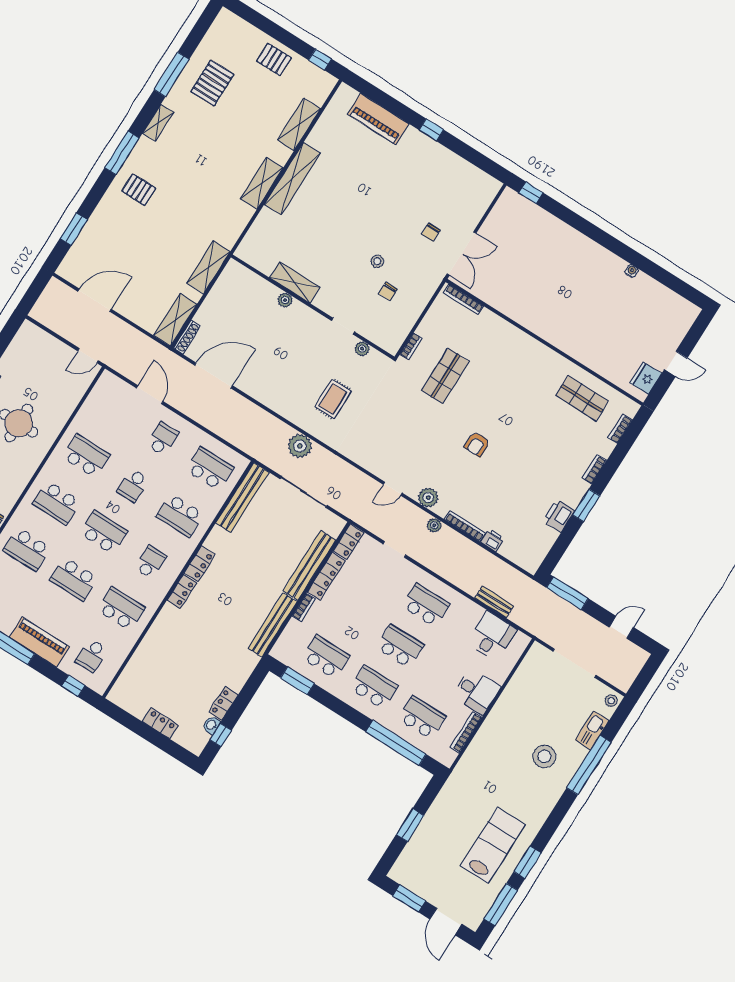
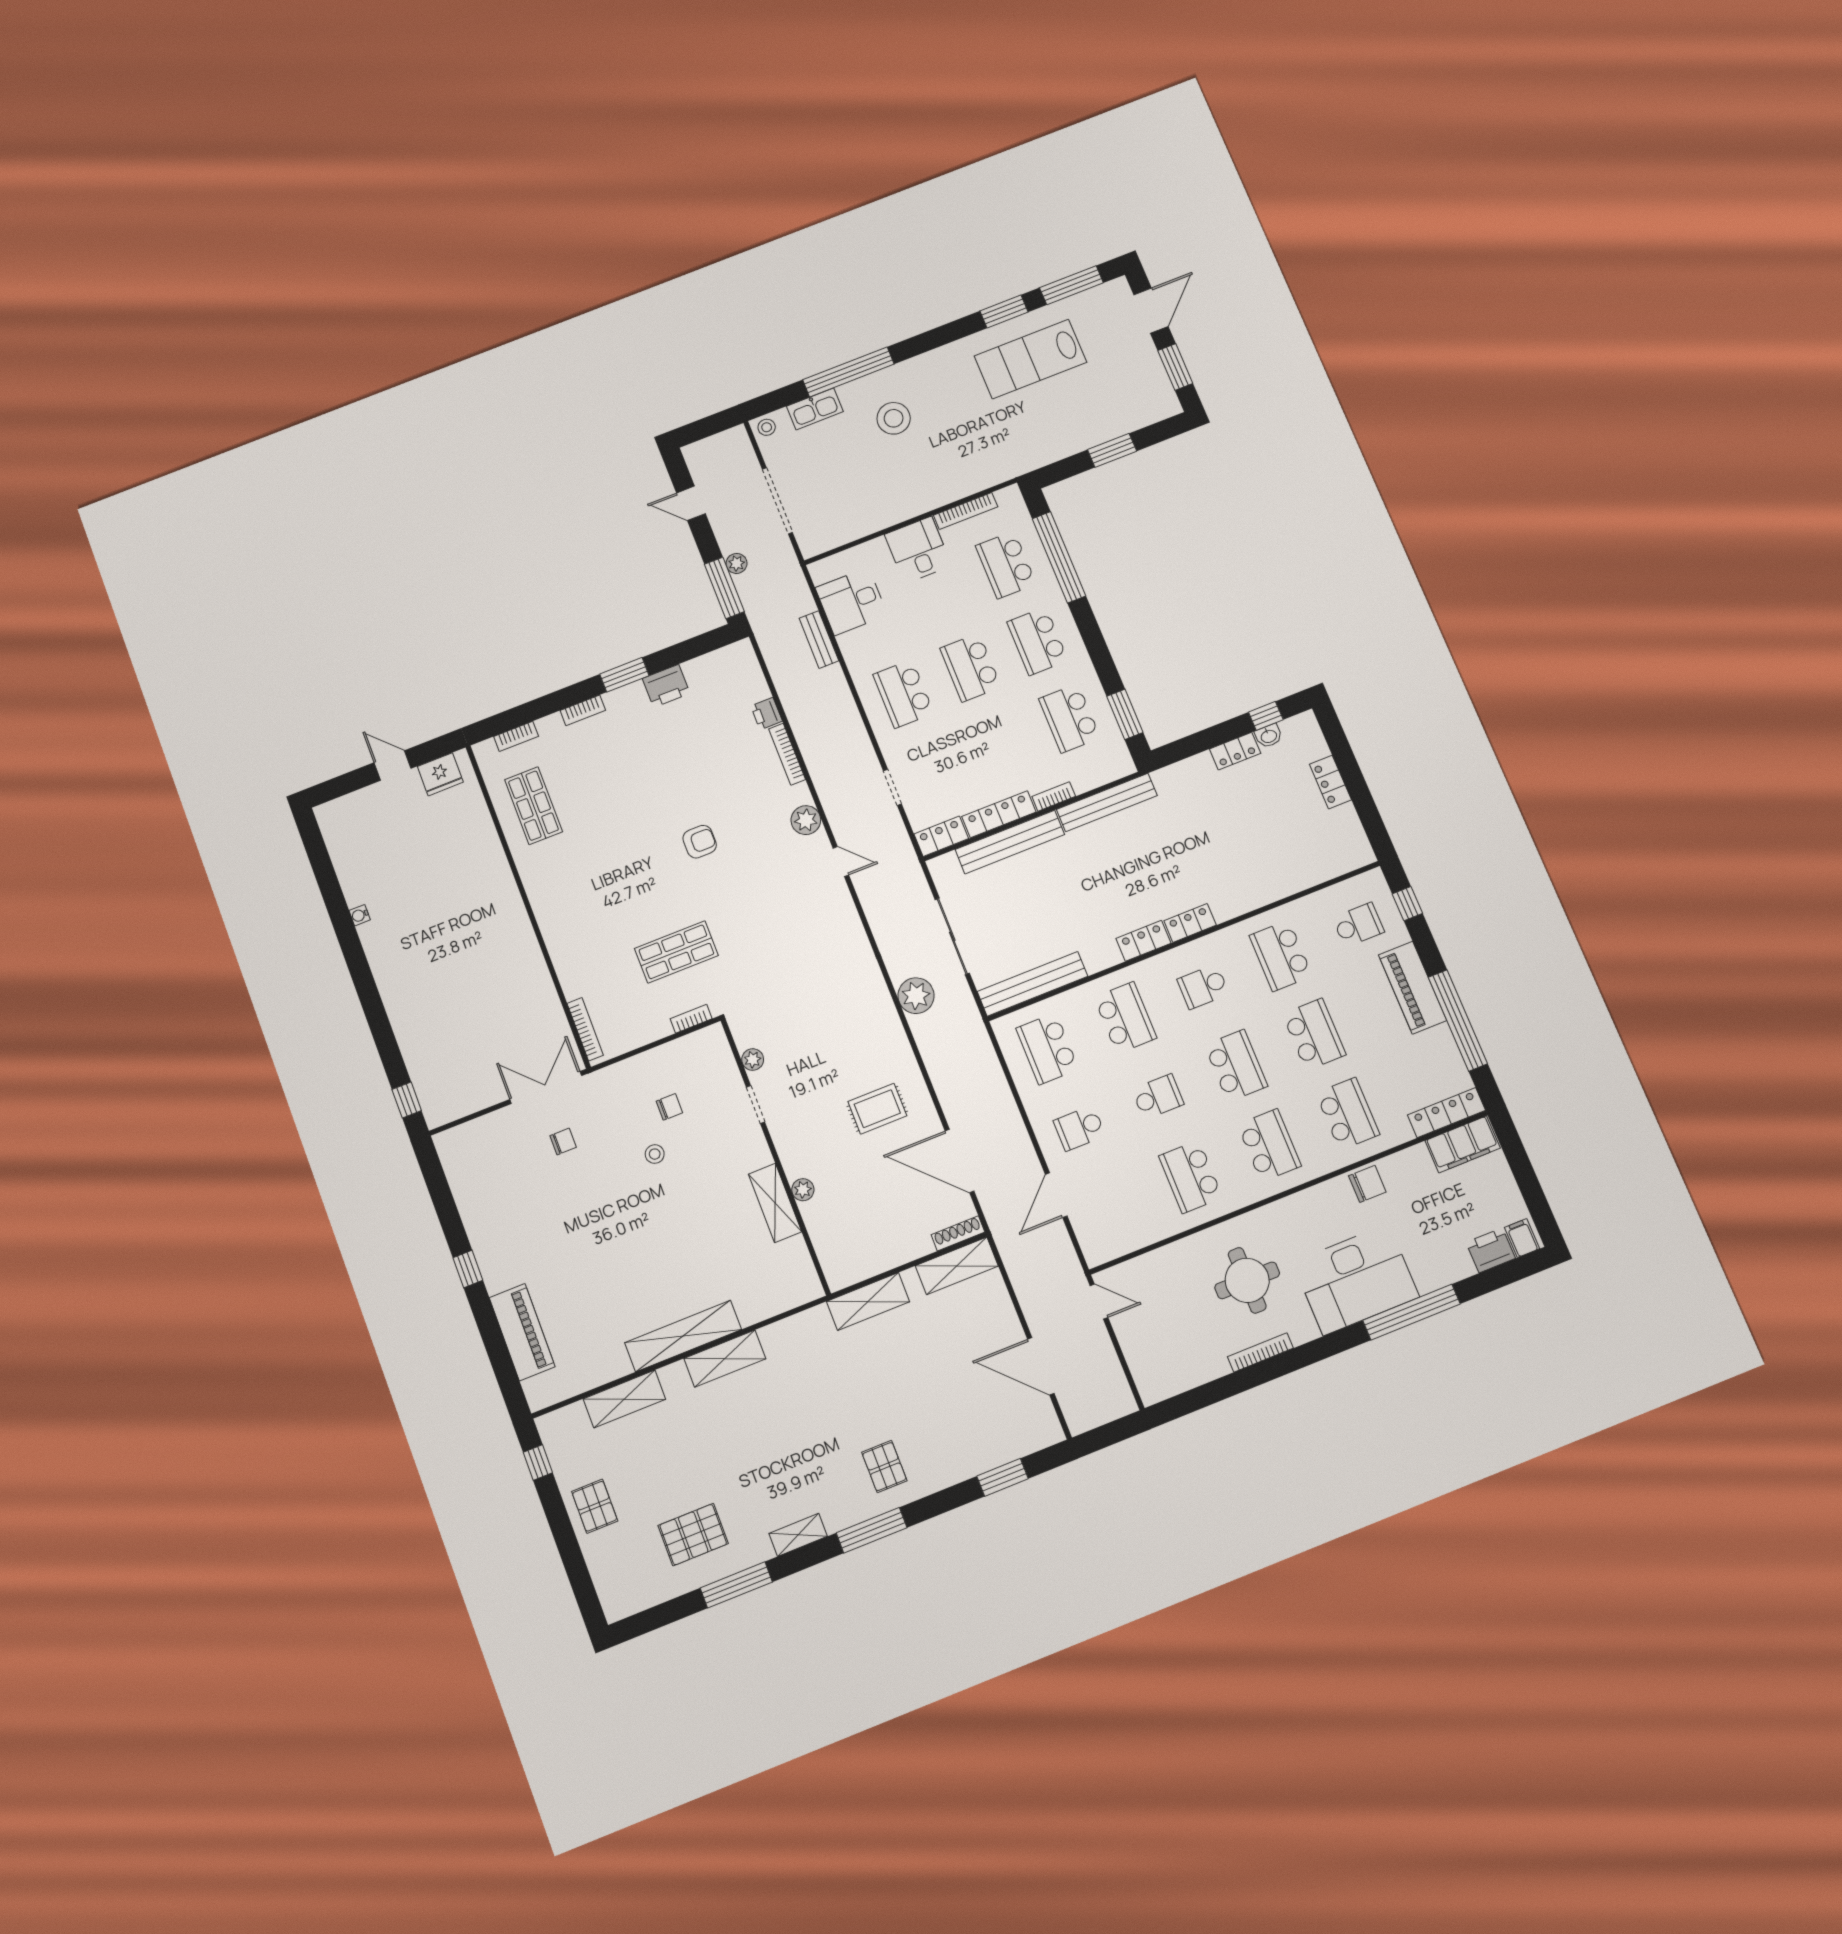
rug: (333, 399) -> (877, 1109), moved
plant: (434, 525) -> (737, 563), moved
school desk: (104, 532) -> (1236, 1066), turned 180

